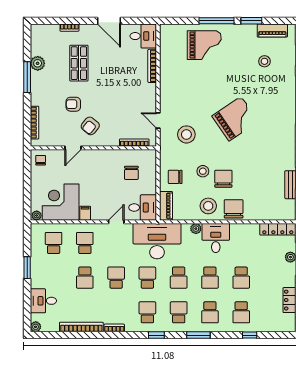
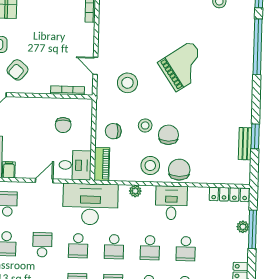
desk: (216, 238) -> (171, 203), moved
school desk: (147, 278) -> (78, 246), turned 180

